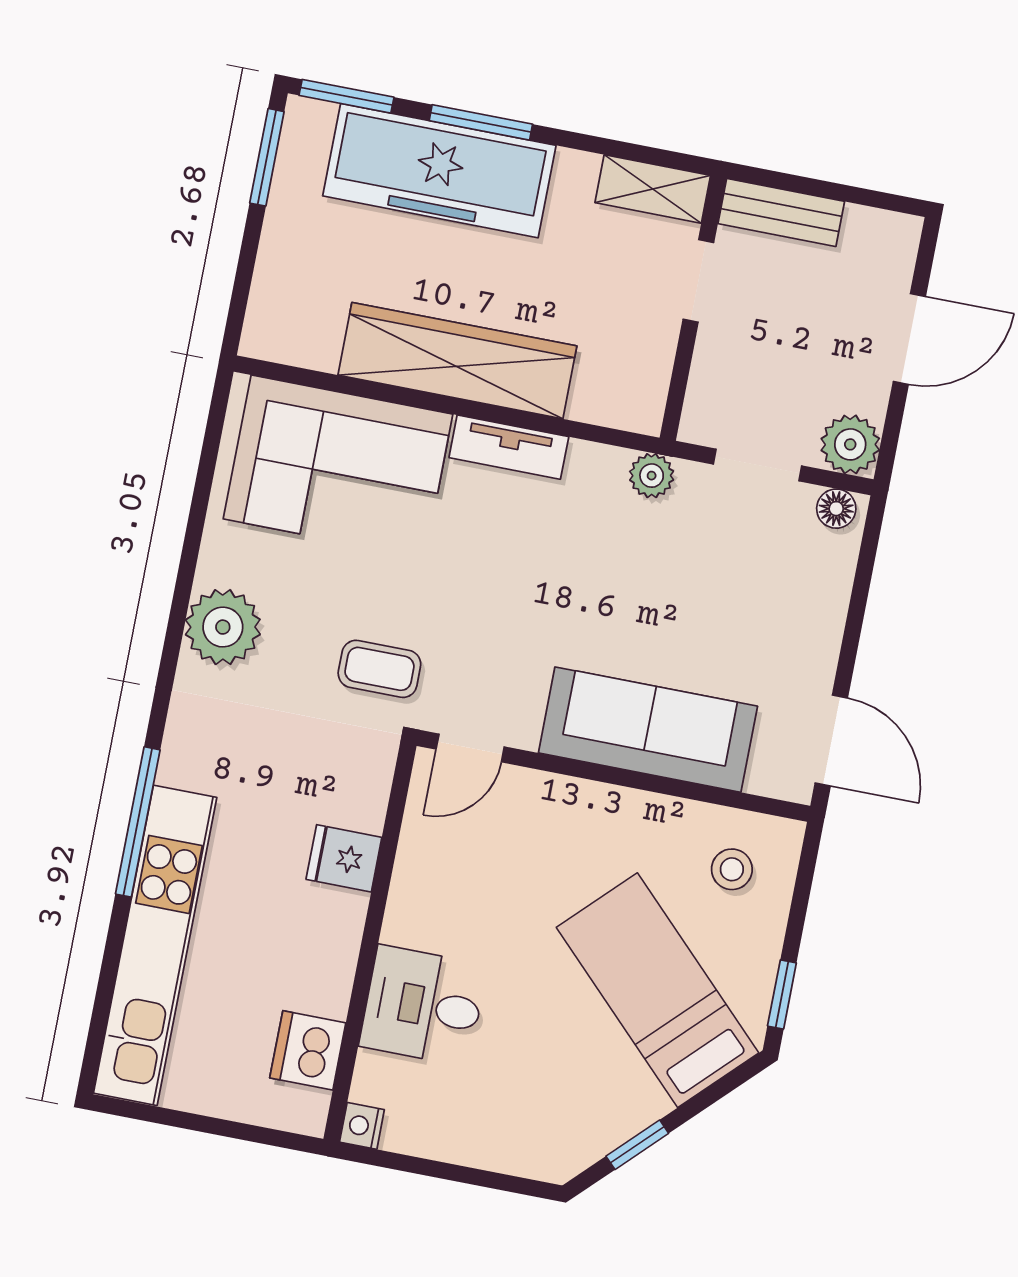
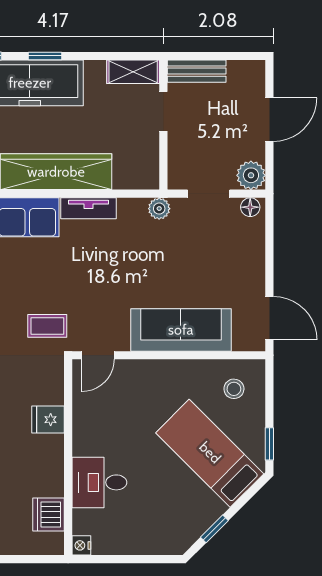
window: (481, 122) -> (45, 56), width x0.67

